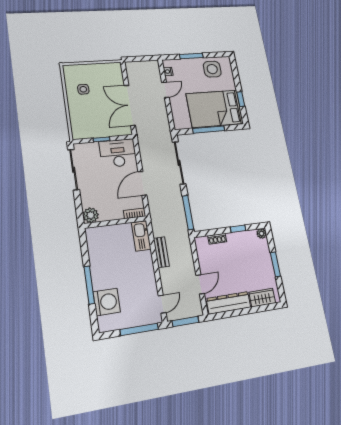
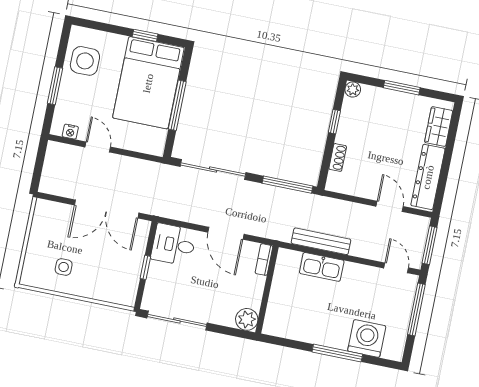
desk: (118, 153) -> (174, 245), width x0.73
kitchen sink: (141, 236) -> (322, 267), moved
bench: (161, 252) -> (321, 241), width x1.36

